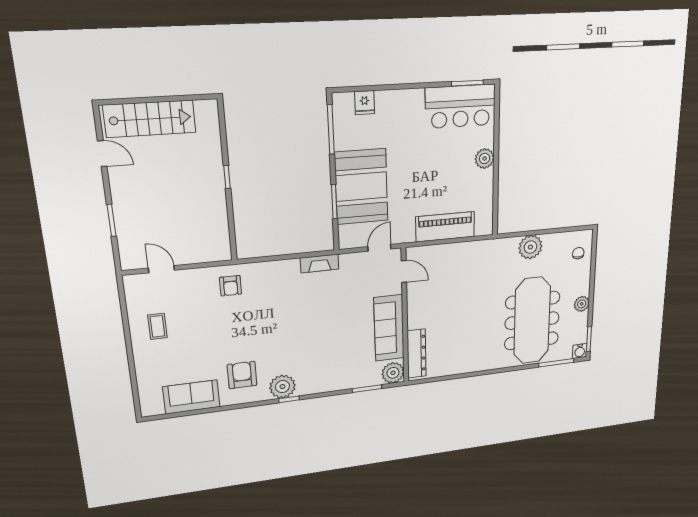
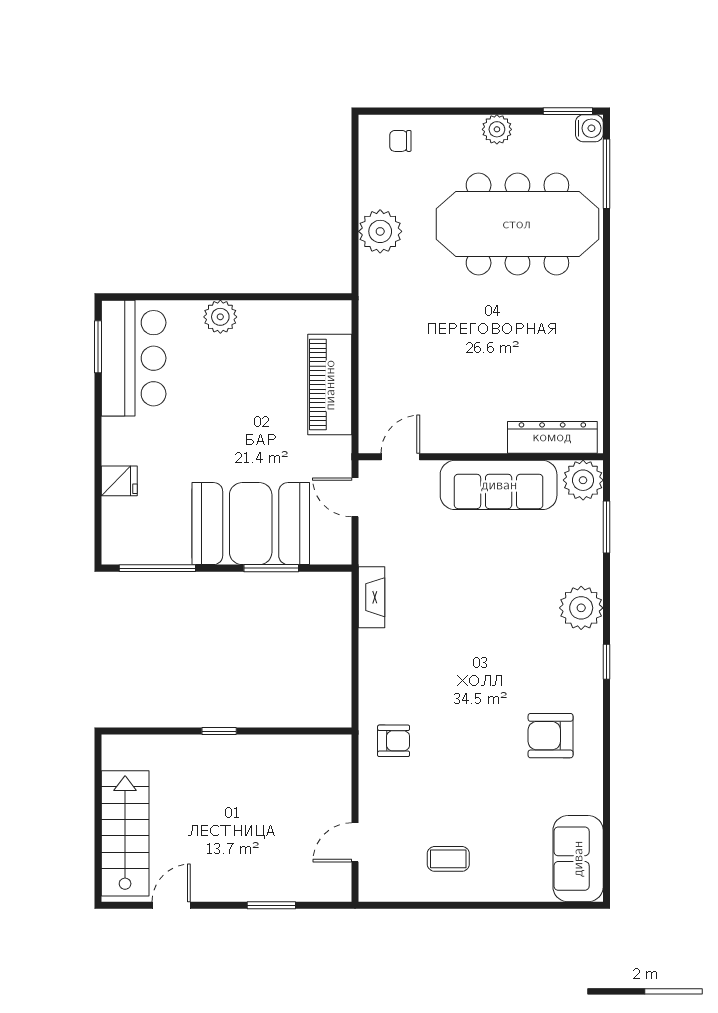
fridge: (365, 103) -> (119, 481), moved
plant: (282, 387) -> (581, 608), moved
sofa: (191, 397) -> (578, 859), moved

